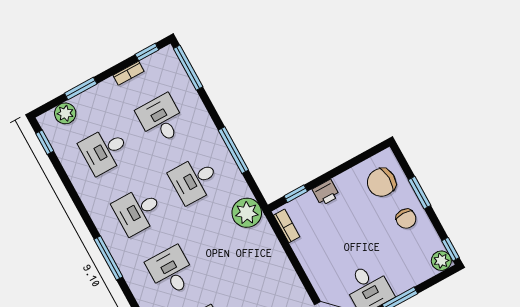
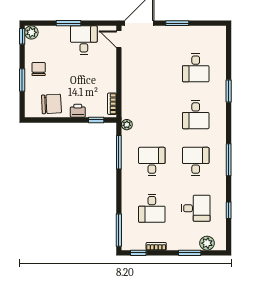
window: (45, 142) -> (229, 210), moved
window: (233, 150) -> (119, 152), moved
desk: (194, 180) -> (152, 161), turned -90
chair: (381, 182) -> (51, 104), moved
desk: (138, 211) -> (196, 161), turned -90
plant: (247, 213) -> (127, 125), width x0.53, depth x0.53
window: (108, 258) -> (229, 160), moved

